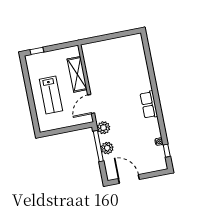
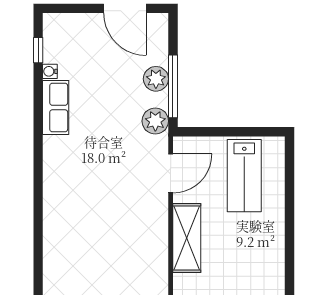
lab bench: (51, 95) -> (244, 176), moved, turned 180
row of seats: (149, 105) -> (56, 108), moved

